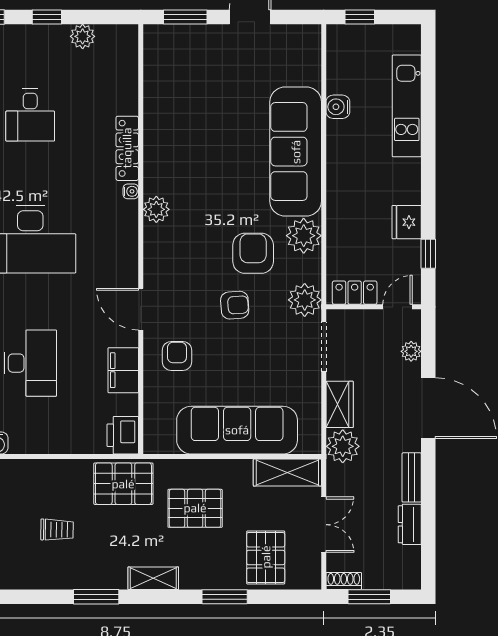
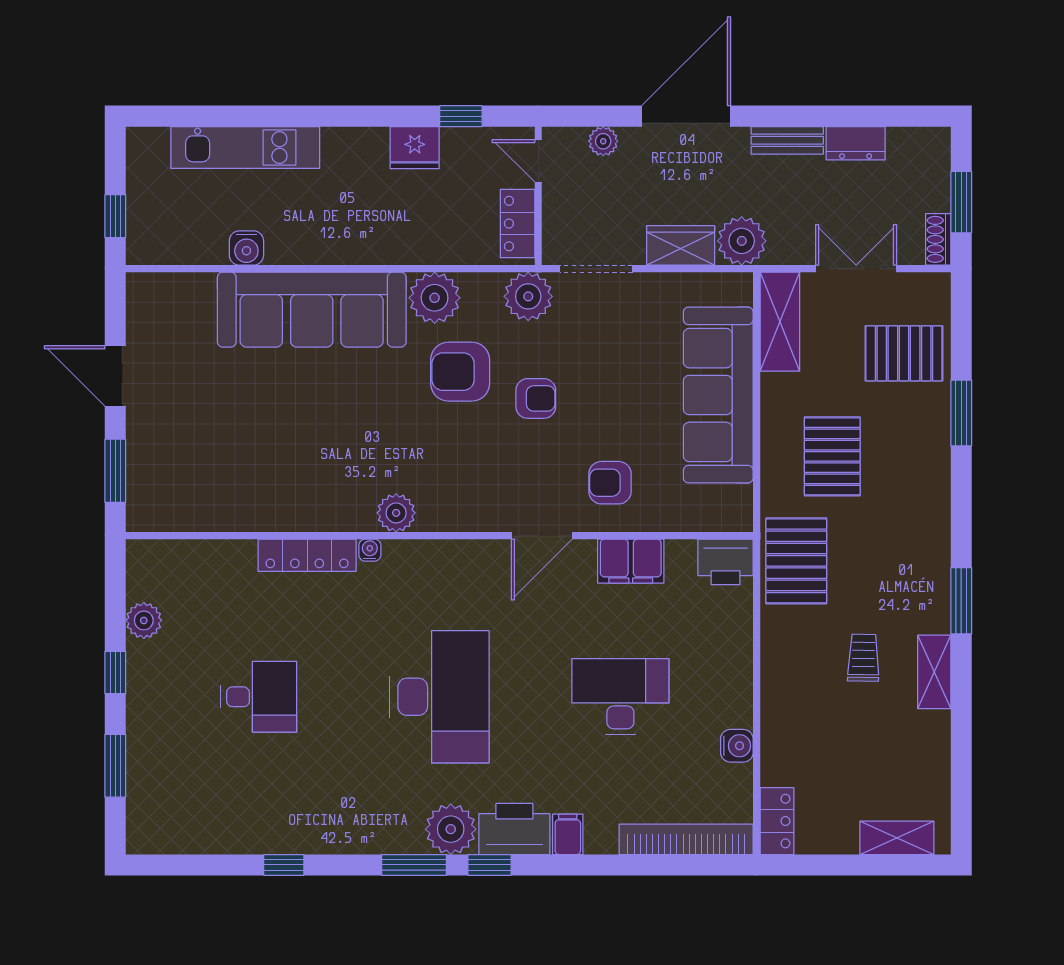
armchair: (235, 305) -> (536, 398), turned 94
shelving: (153, 578) -> (934, 672), moved

